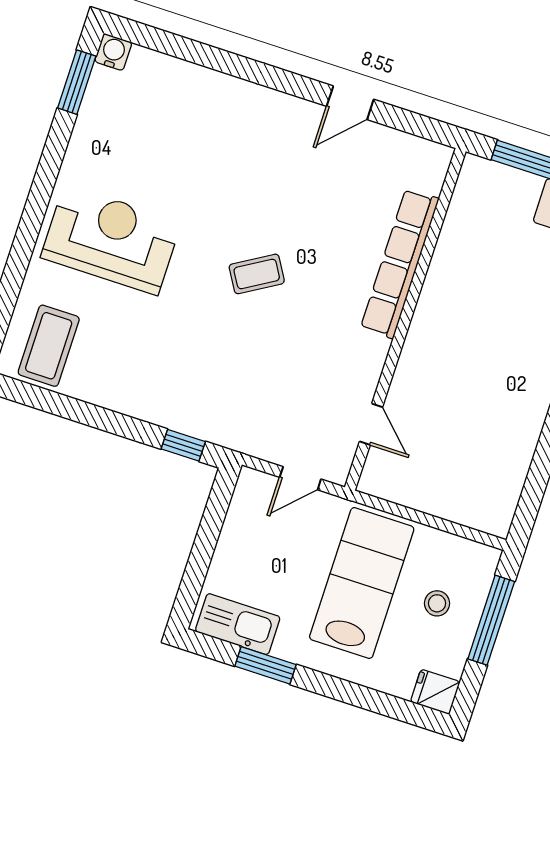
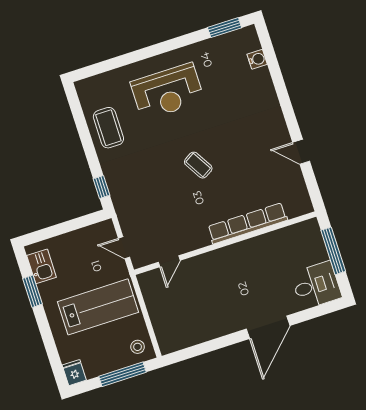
water cooler: (113, 52) -> (257, 59), moved
reception desk: (111, 240) -> (167, 92), turned 90
coffee table: (49, 346) -> (108, 128), moved, turned 90
stool: (437, 603) -> (138, 347), moved
kitchen sink: (238, 624) -> (42, 266), width x0.73

